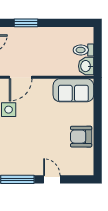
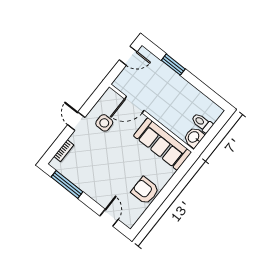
sofa: (73, 90) -> (163, 144), width x1.36
door: (52, 179) -> (109, 218), moved

